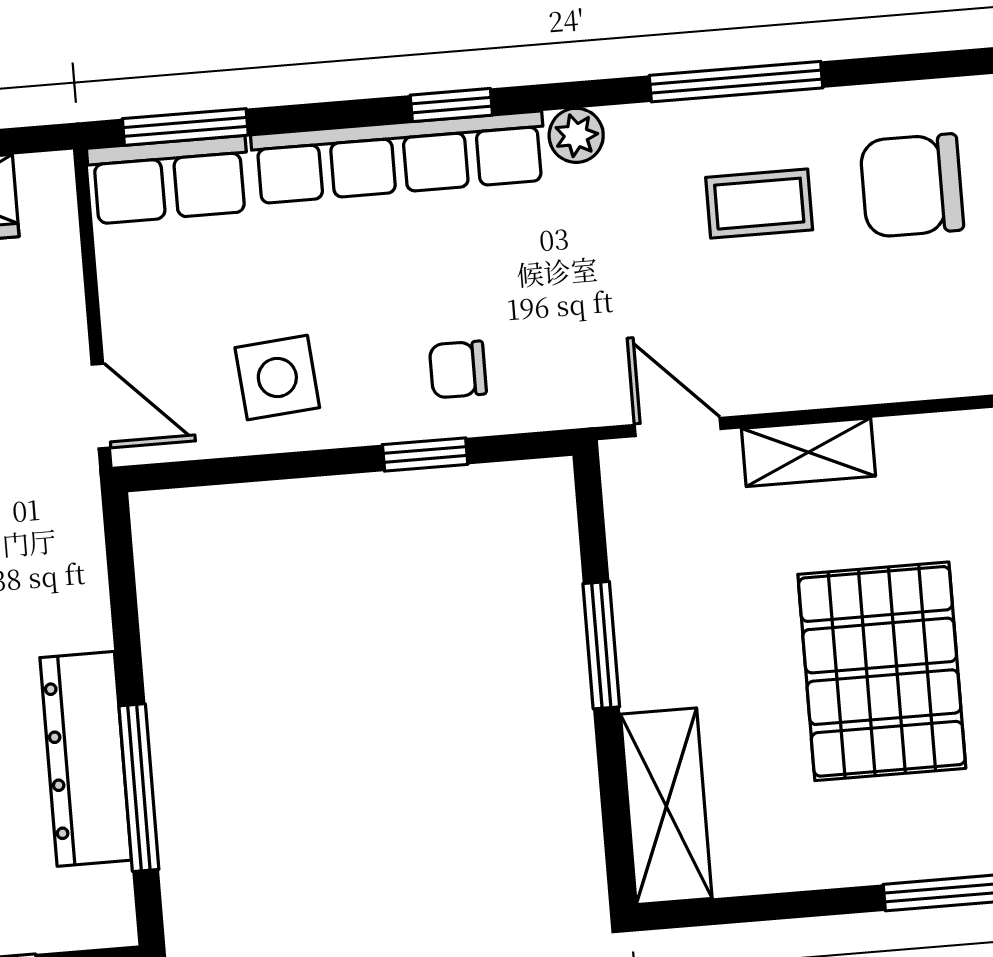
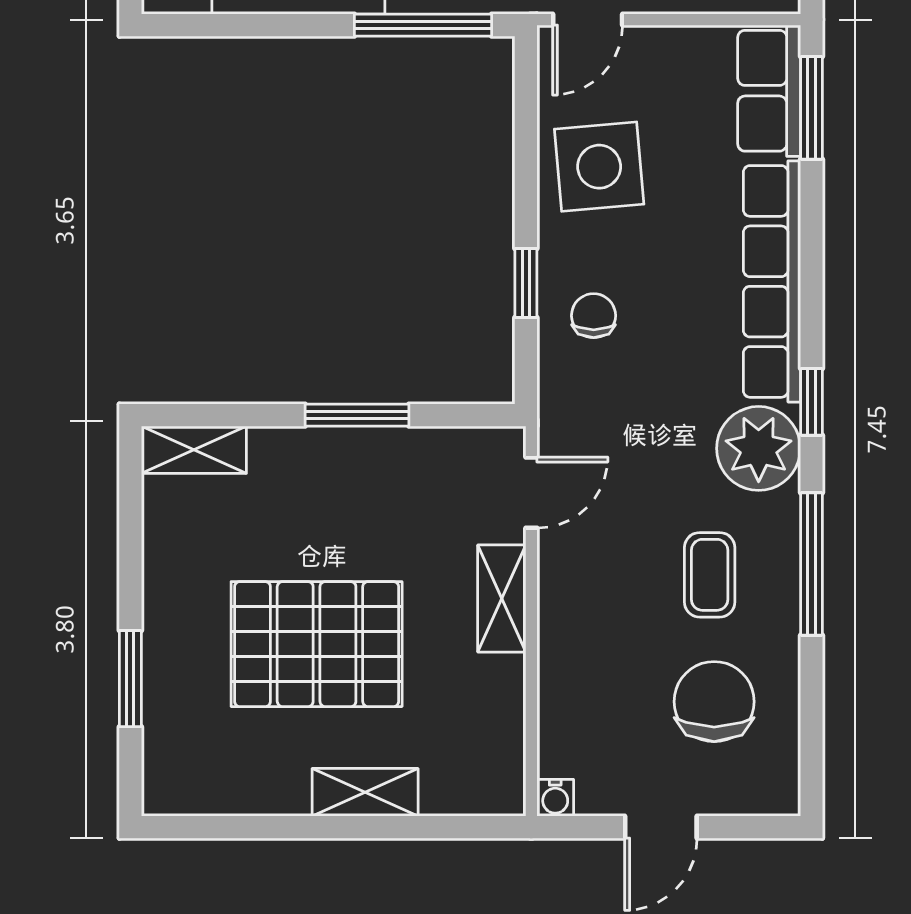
window: (451, 105) -> (811, 402), moved
plant: (576, 135) -> (759, 448), width x1.87, depth x1.87
side table: (277, 378) -> (599, 167), width x1.37, depth x1.37
window: (139, 788) -> (423, 25), moved
shelving: (666, 806) -> (194, 450), width x0.67, depth x0.75

